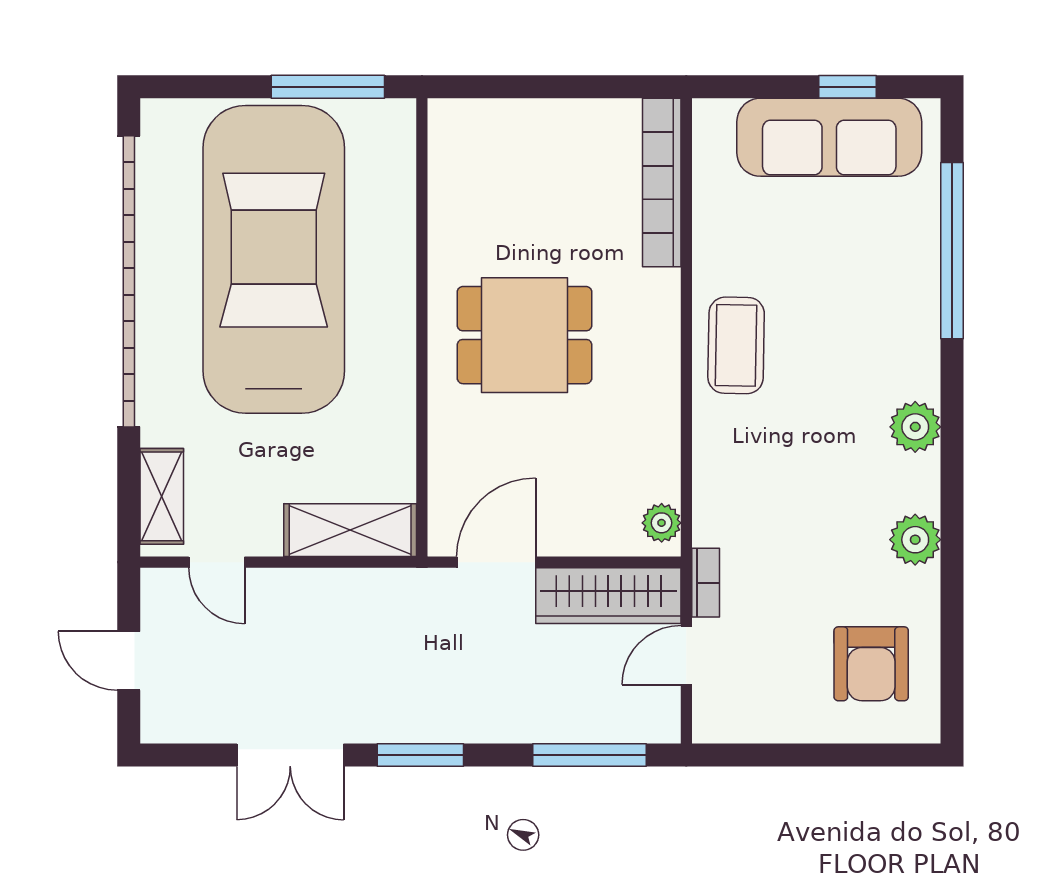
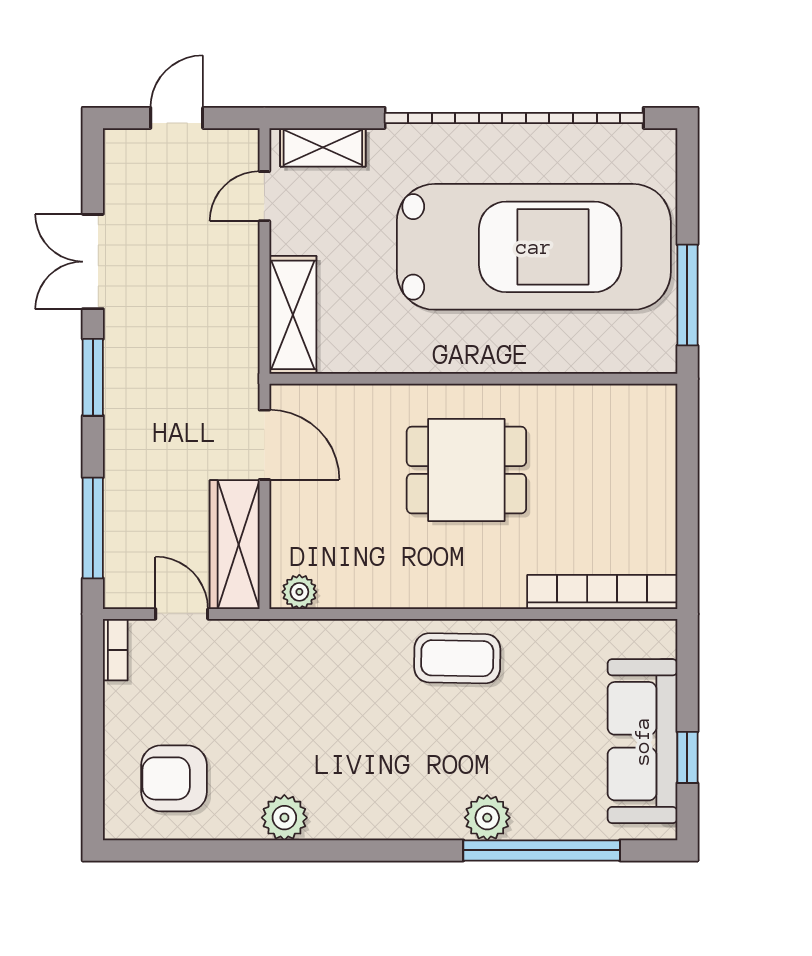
dining table: (525, 335) -> (466, 470), turned 90
plant: (915, 427) -> (487, 818), moved
bookcase: (706, 583) -> (115, 650), moved, turned -90

